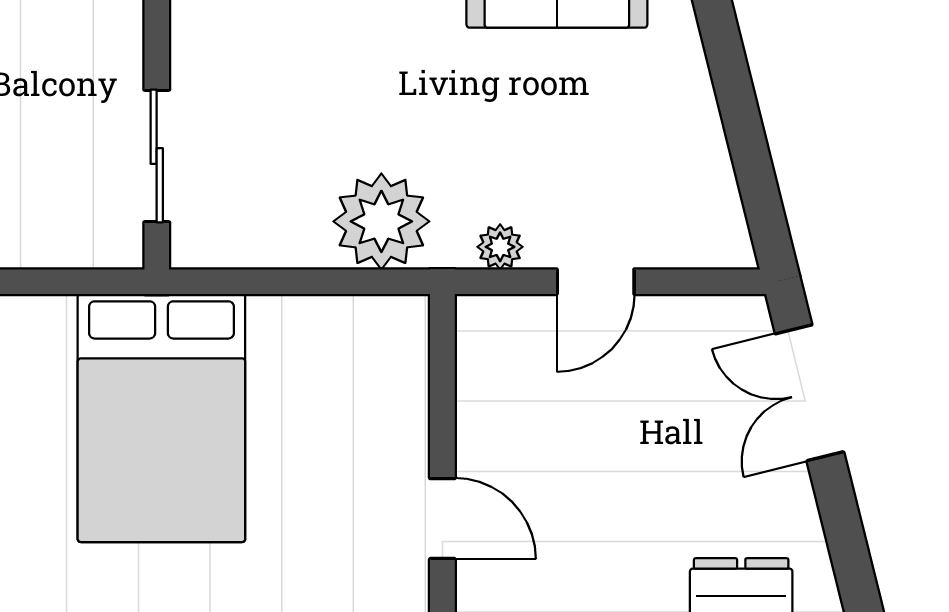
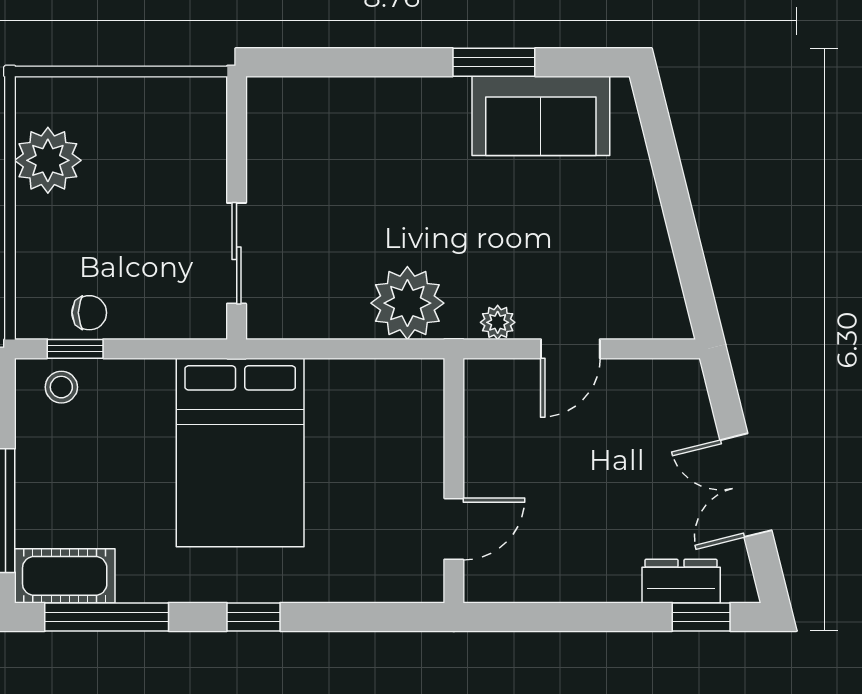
double door: (809, 393) -> (746, 485), moved
door: (442, 519) -> (454, 529), hinge flipped

